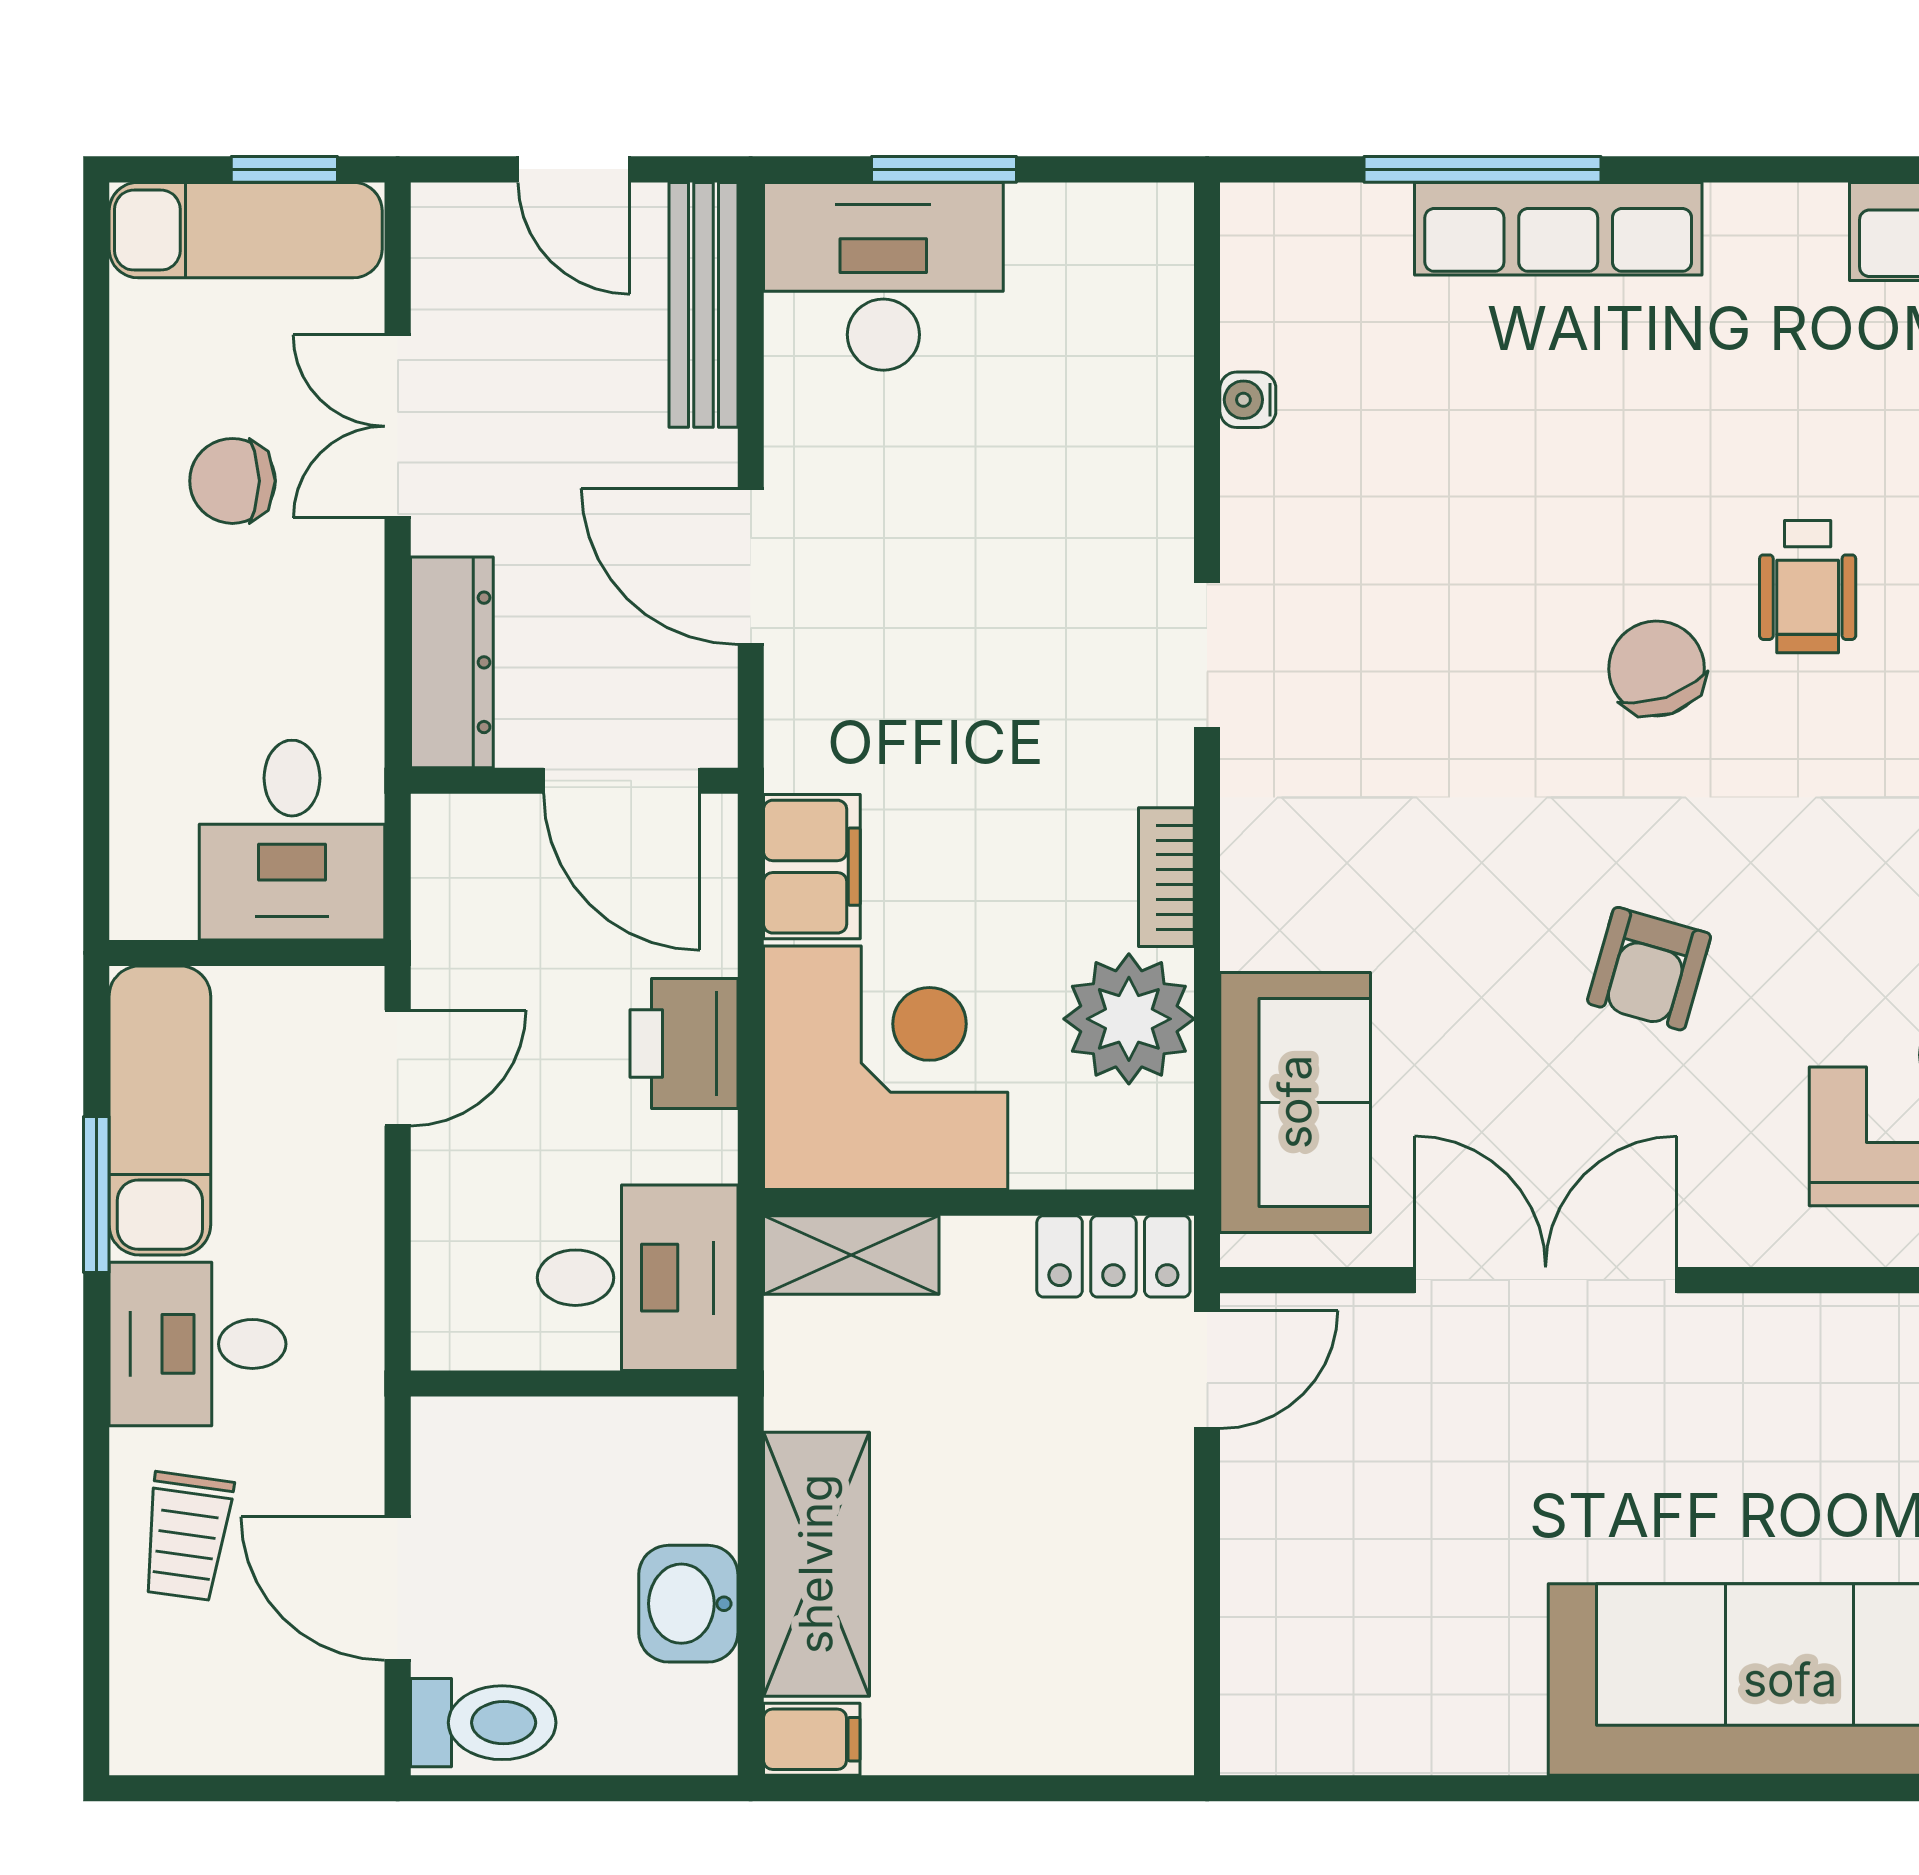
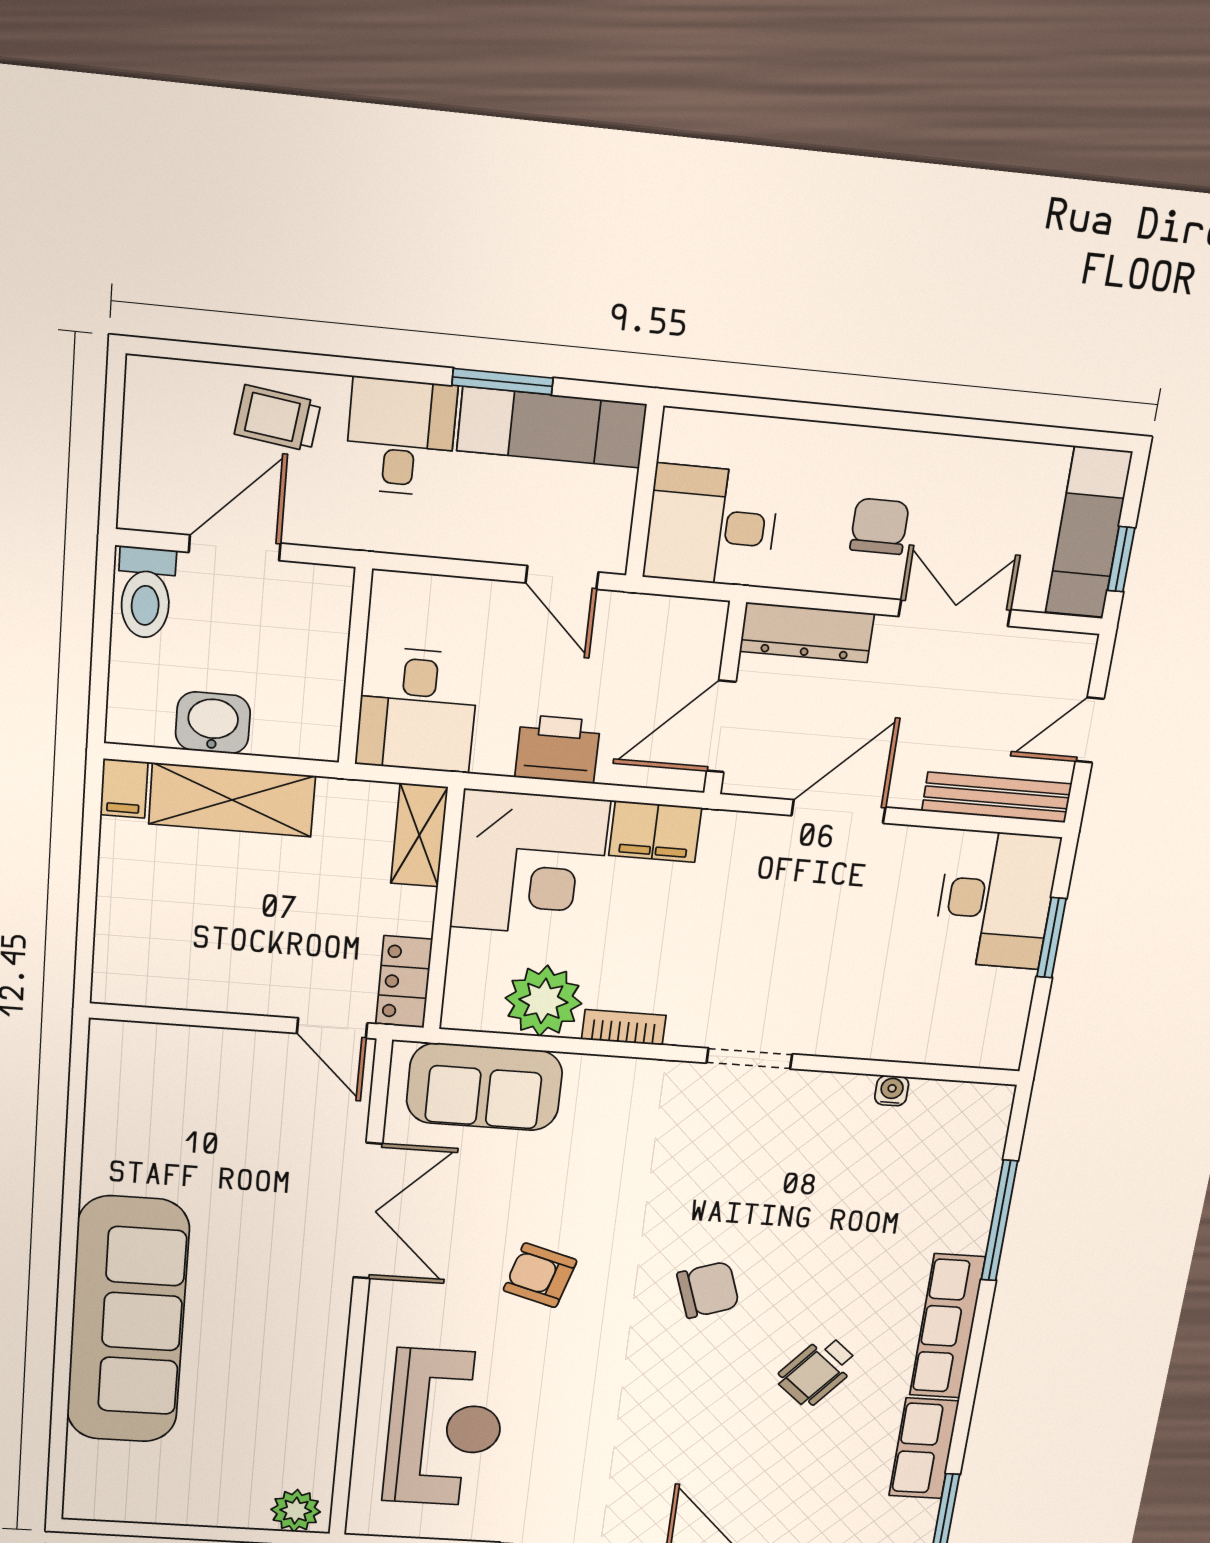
row of seats: (1558, 229) -> (947, 1326), moved
chair: (232, 481) -> (879, 526), moved
wheelchair: (1808, 587) -> (817, 1371), moved, turned -50

